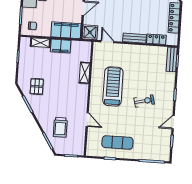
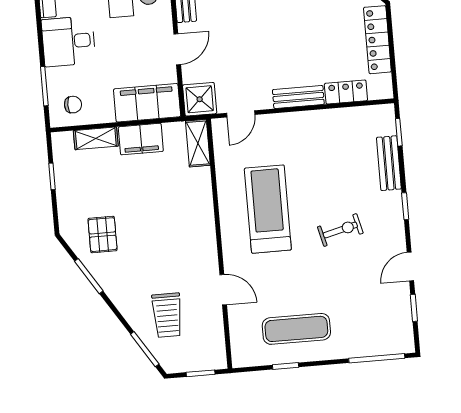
door: (107, 42) -> (241, 114), swing flipped
bench: (172, 59) -> (389, 163), moved
shelving: (85, 73) -> (198, 143), moved

